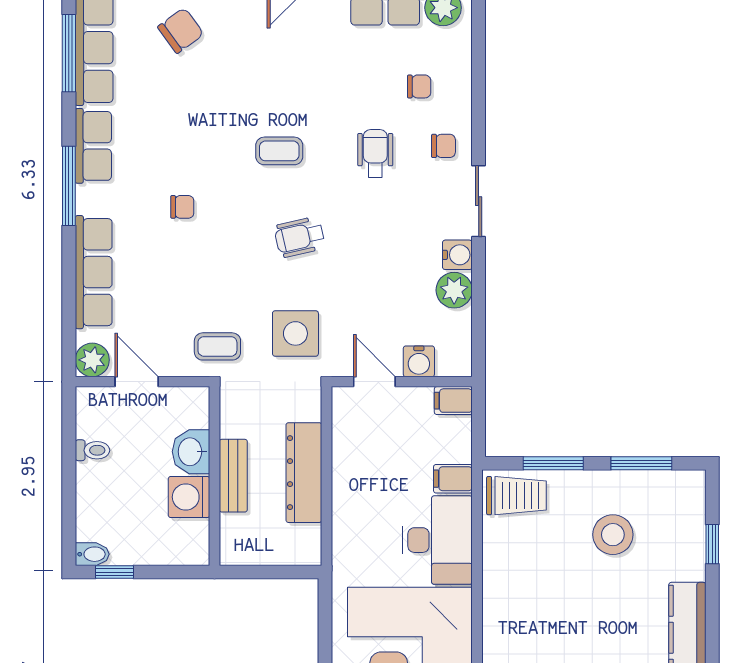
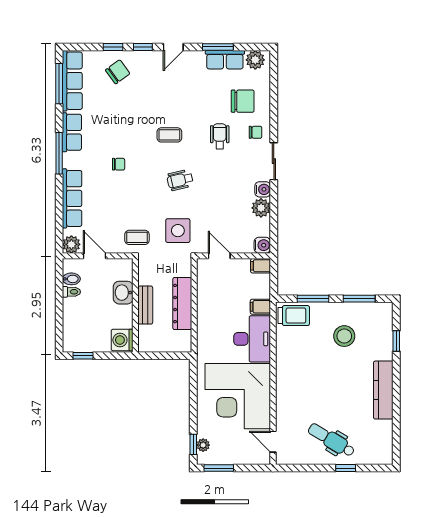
chair: (419, 86) -> (243, 101), width x1.87, depth x1.87
water cooler: (419, 361) -> (262, 245), moved, turned -90
washing machine: (189, 497) -> (122, 340), moved
bidet: (92, 554) -> (71, 279), moved

